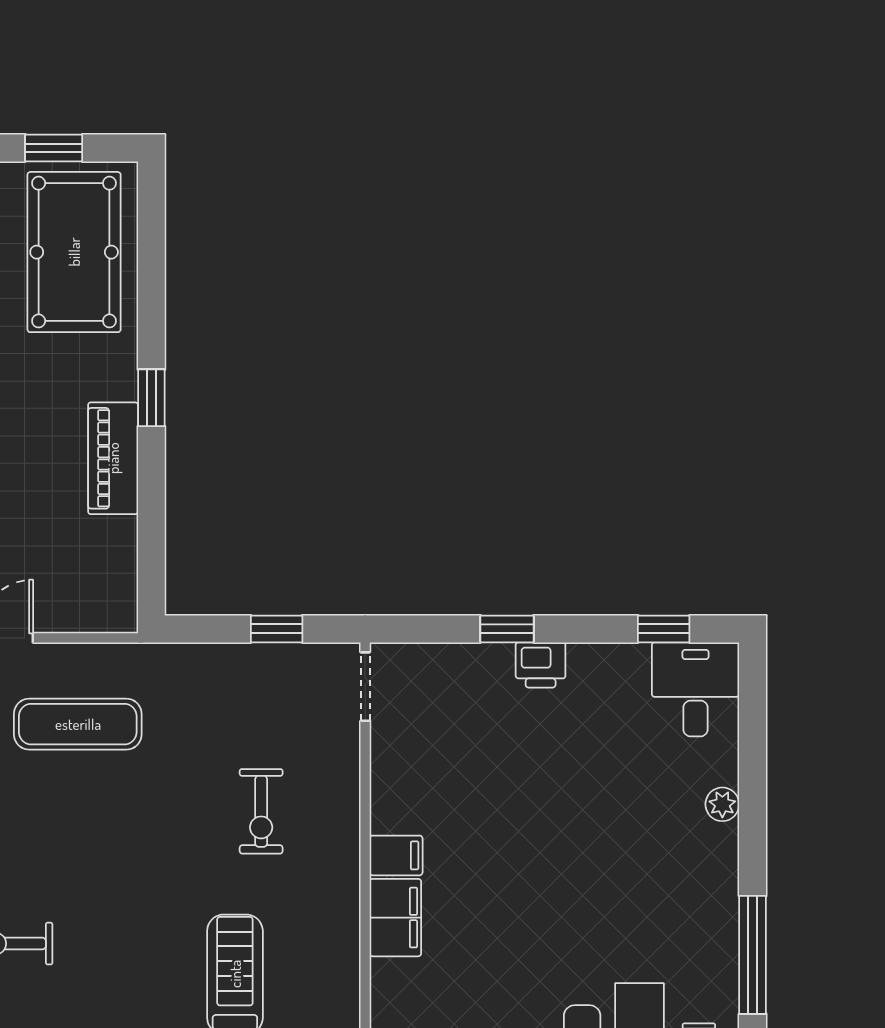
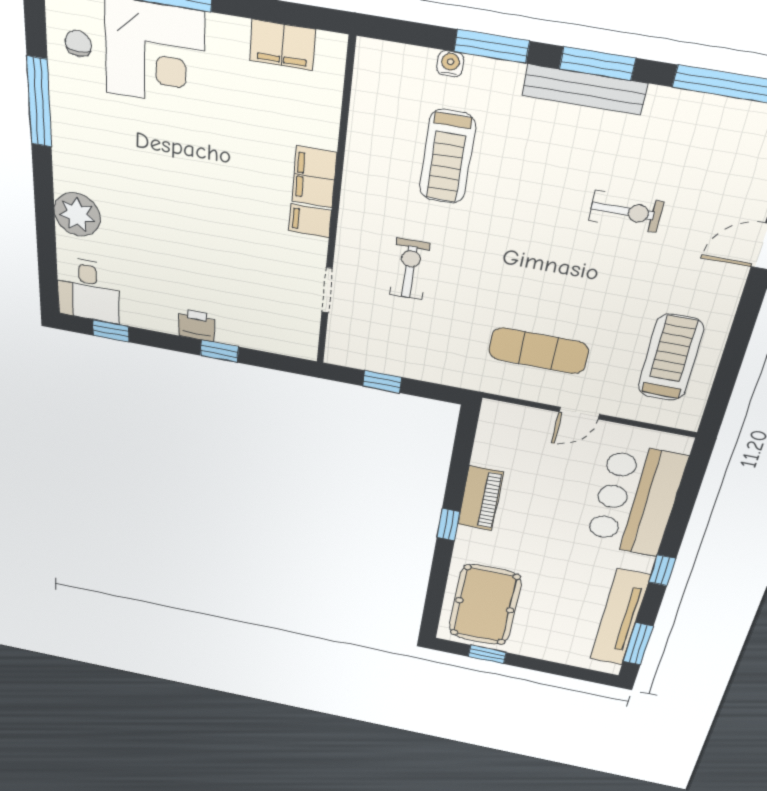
doorway: (365, 687) -> (327, 290), moved
plant: (722, 804) -> (77, 214), width x1.88, depth x1.88

